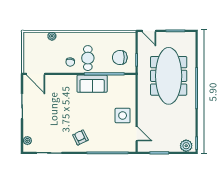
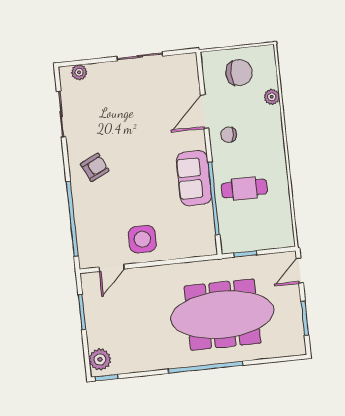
chair: (120, 57) -> (239, 73), moved, turned 90
cafe table: (88, 58) -> (244, 189), moved
door: (36, 74) -> (205, 112), moved

